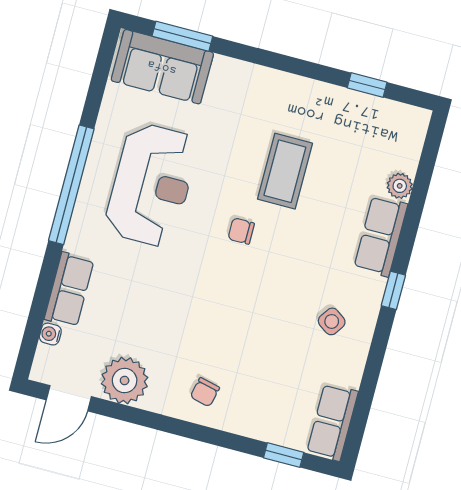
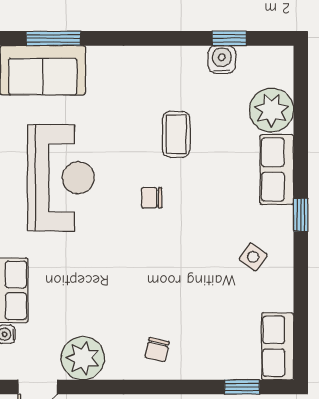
water cooler: (354, 105) -> (222, 59), added
coffee table: (285, 171) -> (176, 134), width x0.73, depth x0.77
plant: (400, 186) -> (272, 110), width x1.88, depth x1.88

